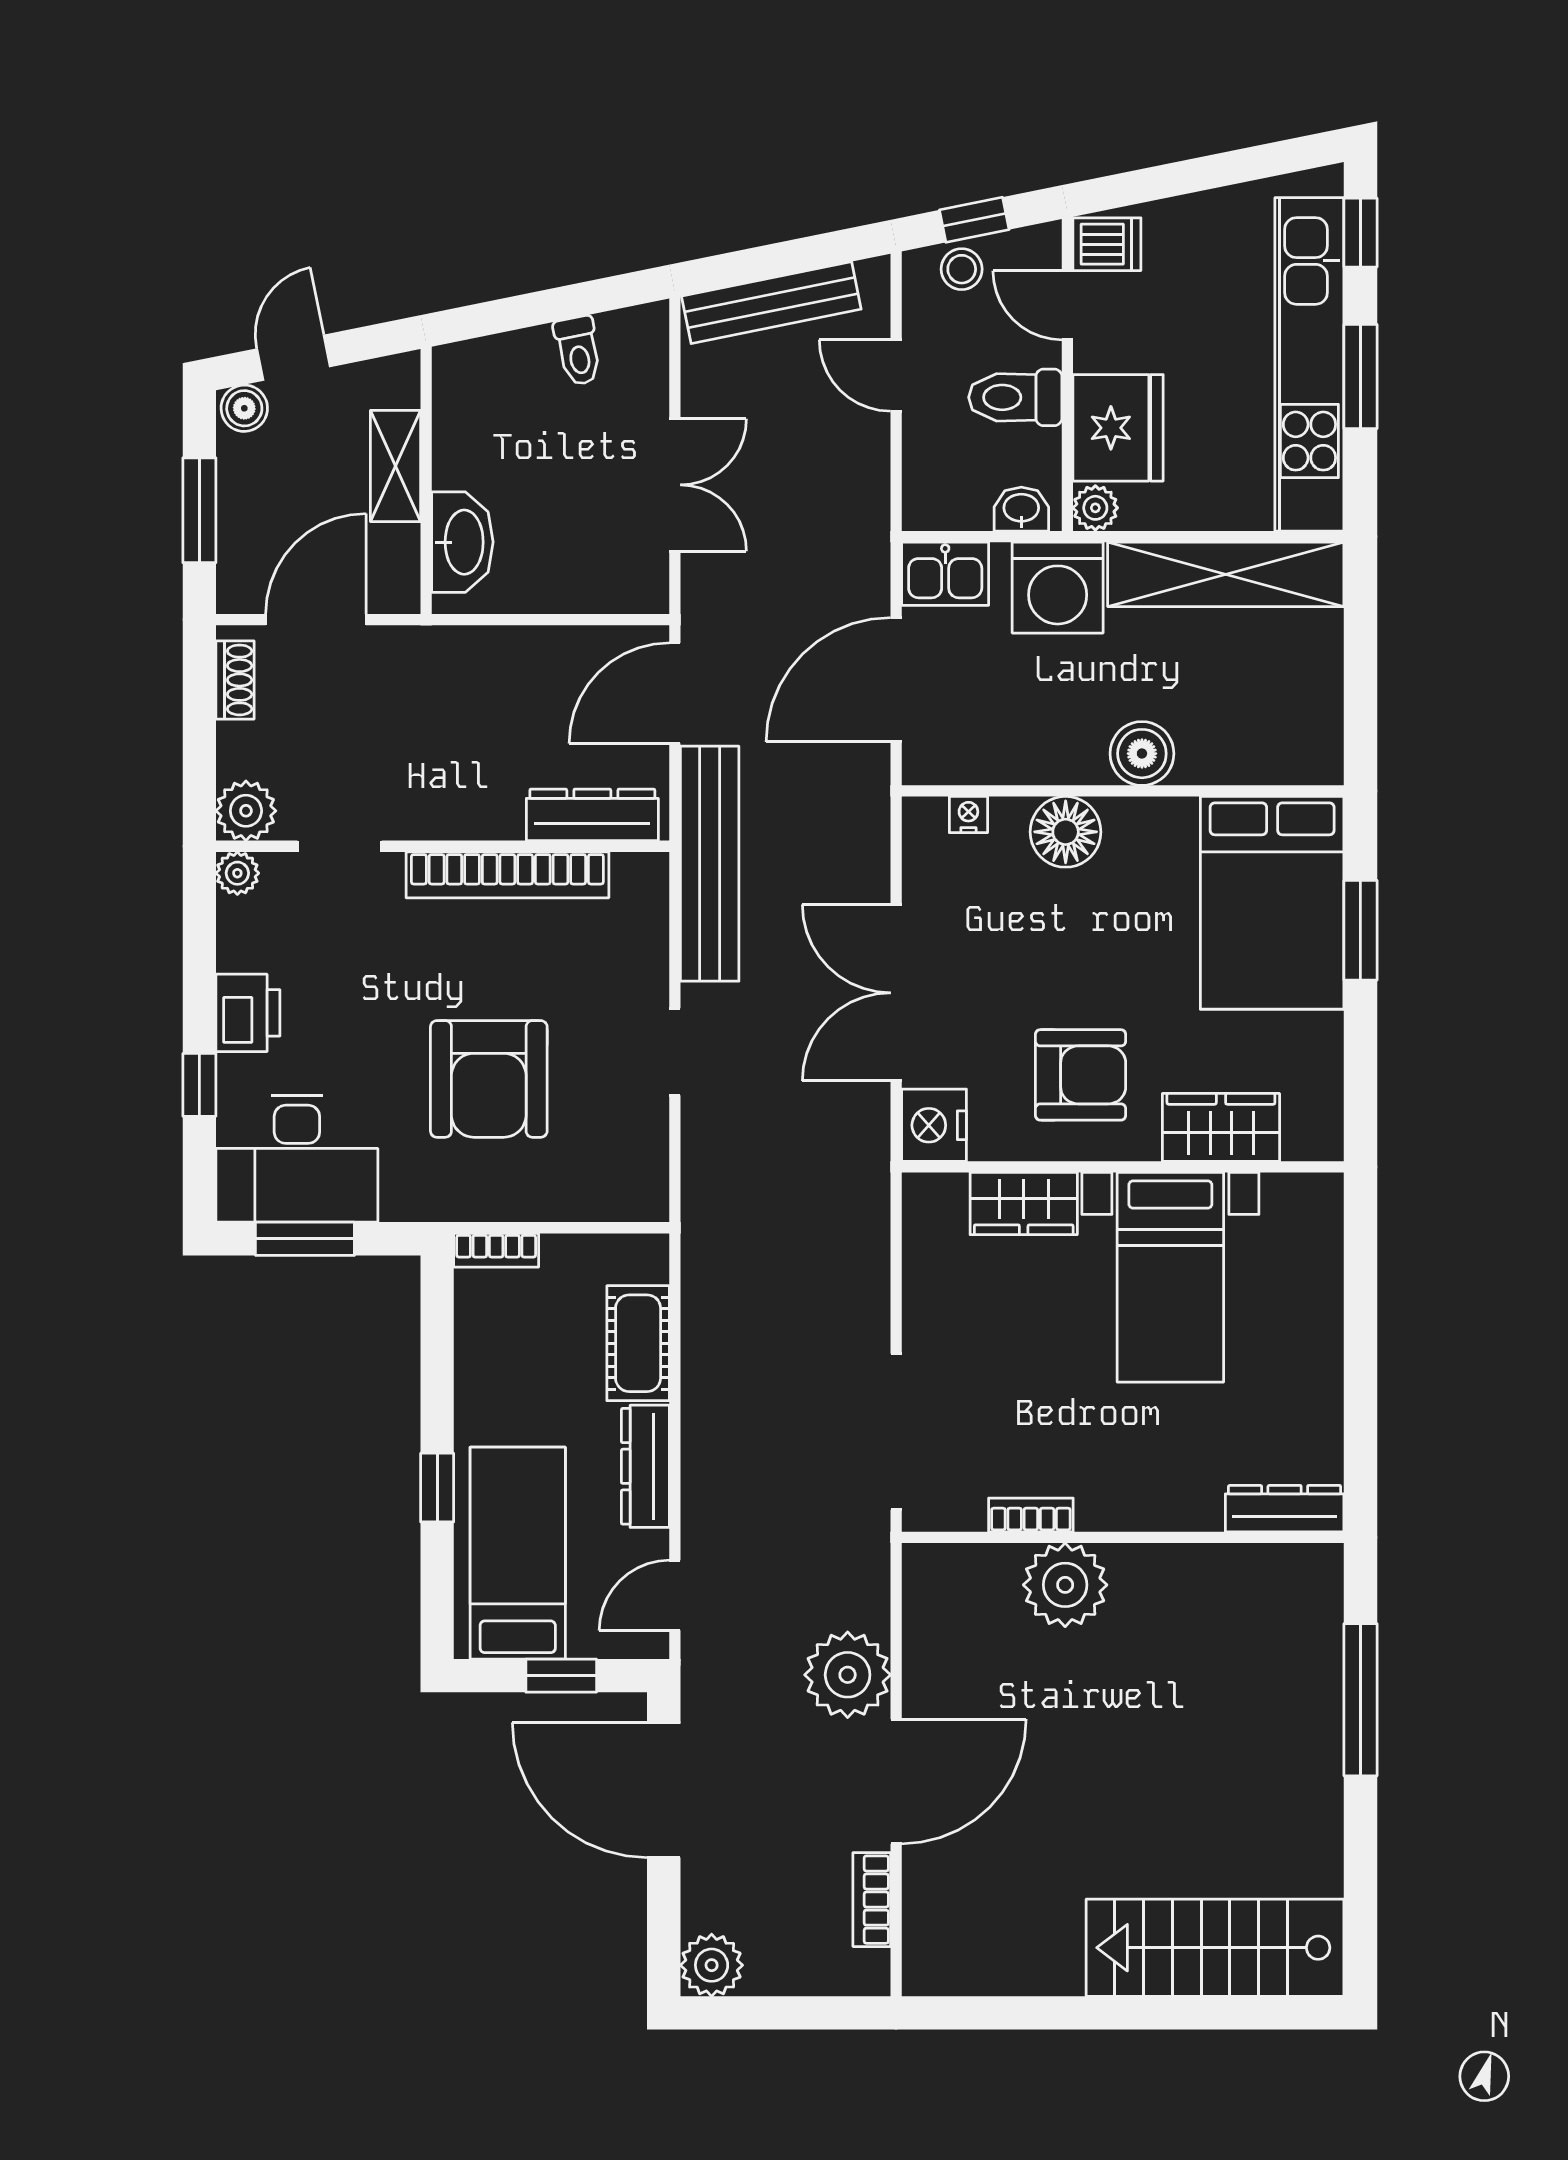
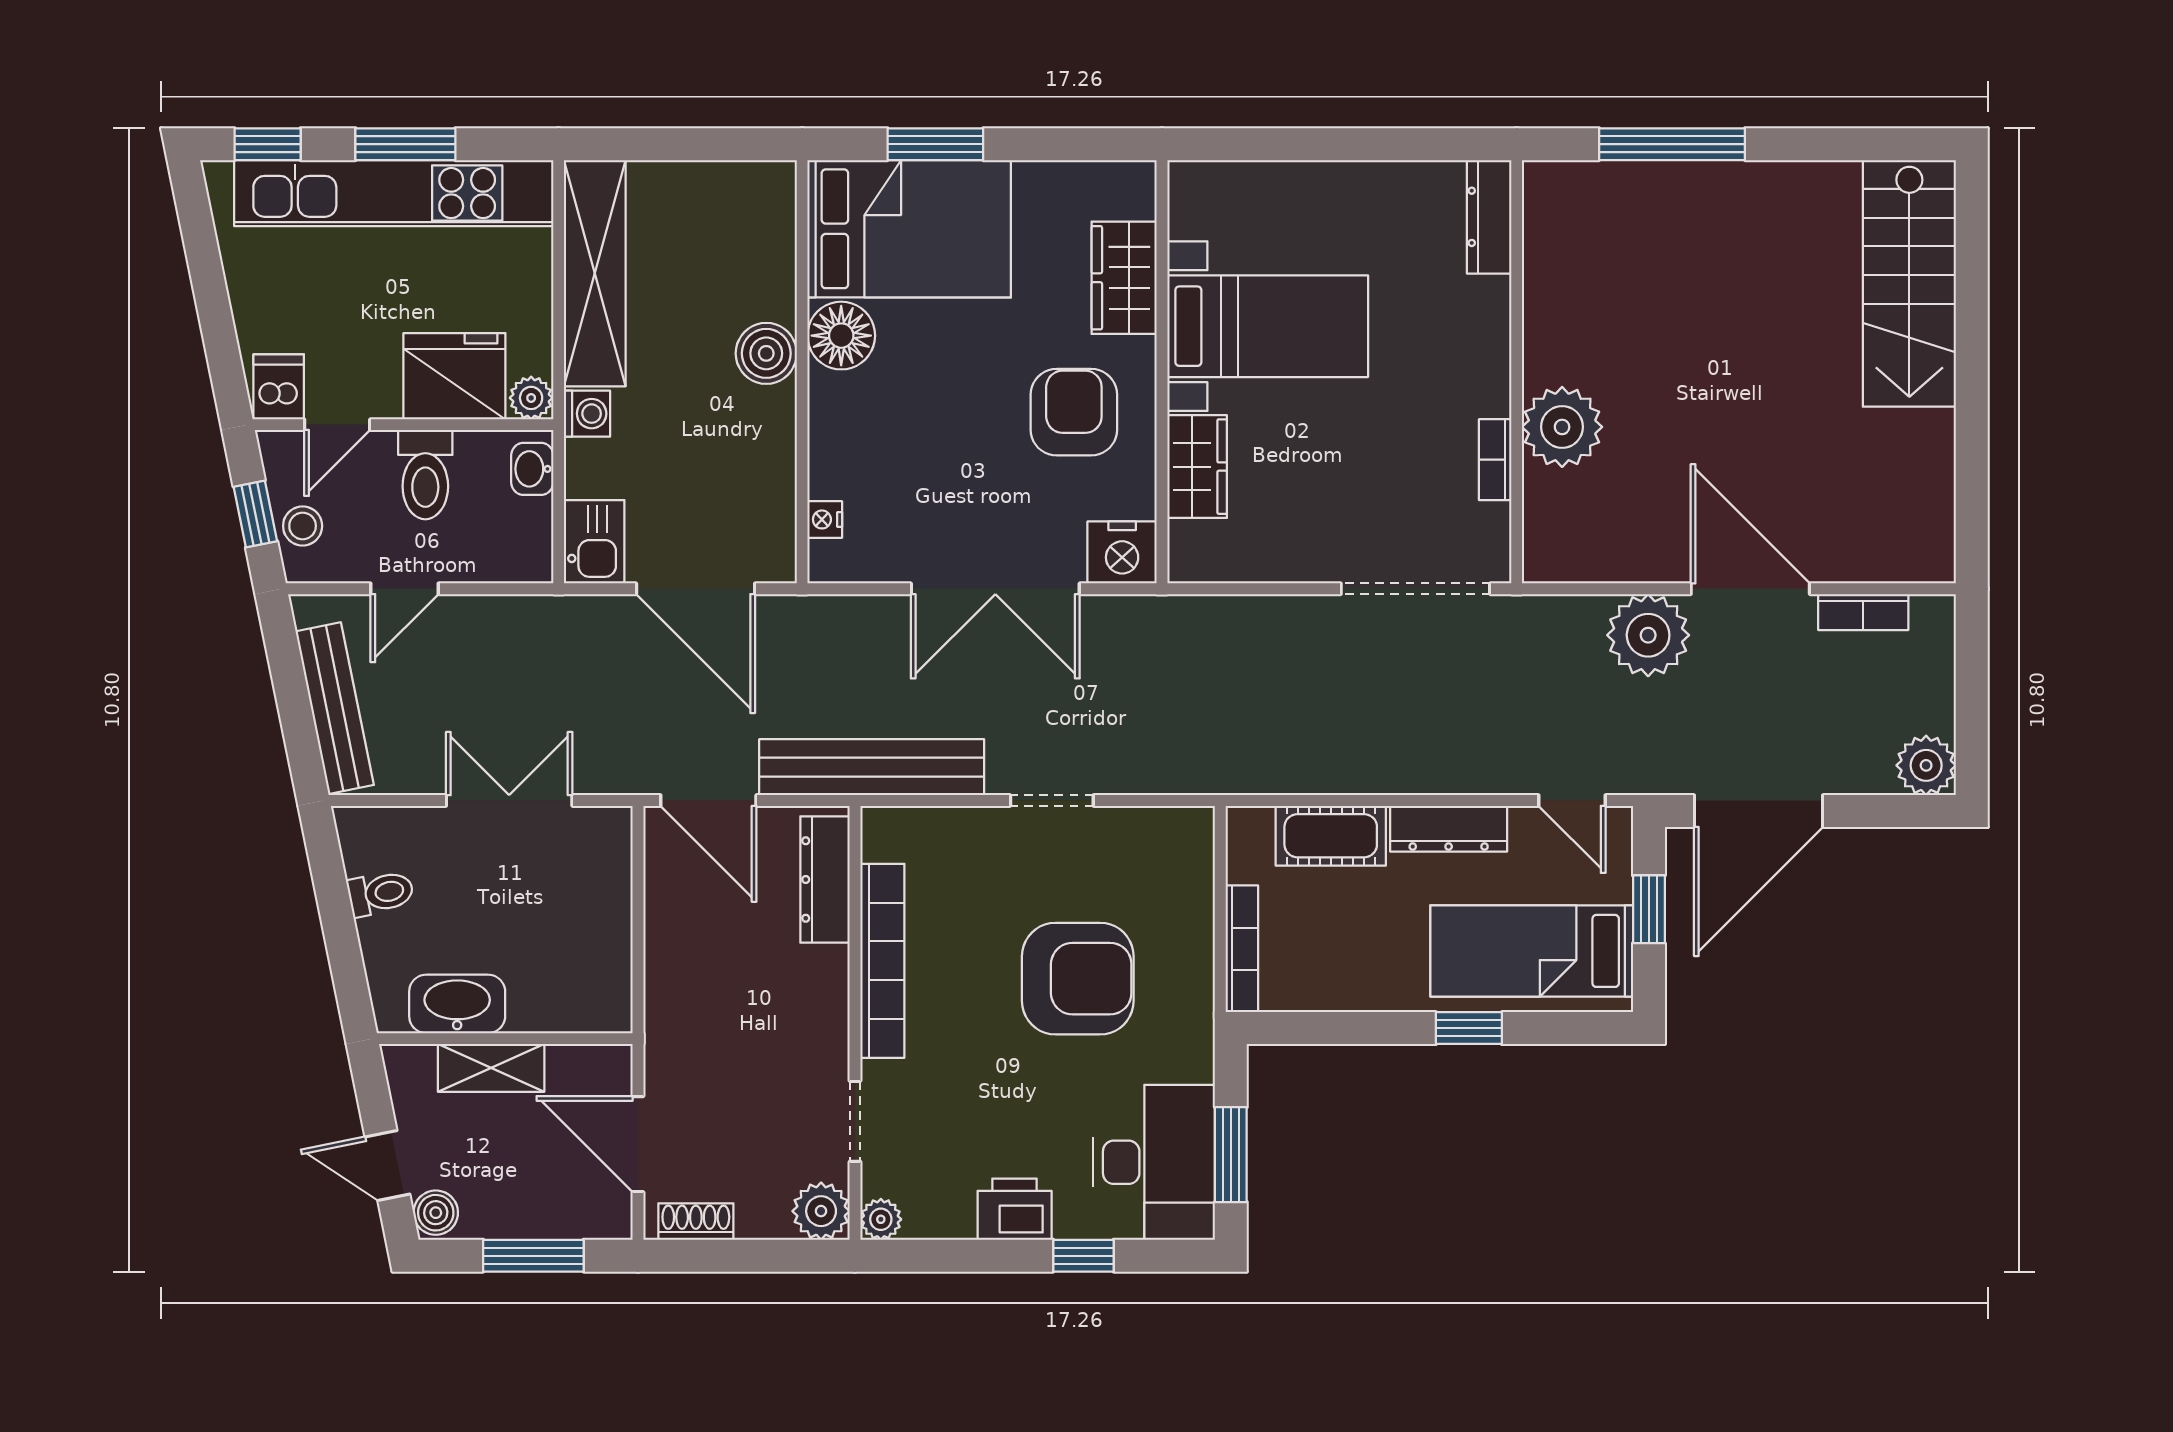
washbasin: (462, 542) -> (457, 1004), moved
washing machine: (1058, 588) -> (587, 414), width x0.53, depth x0.53
floor lamp: (1066, 832) -> (841, 336), moved
bookcase: (496, 1250) -> (1242, 949), width x1.56

